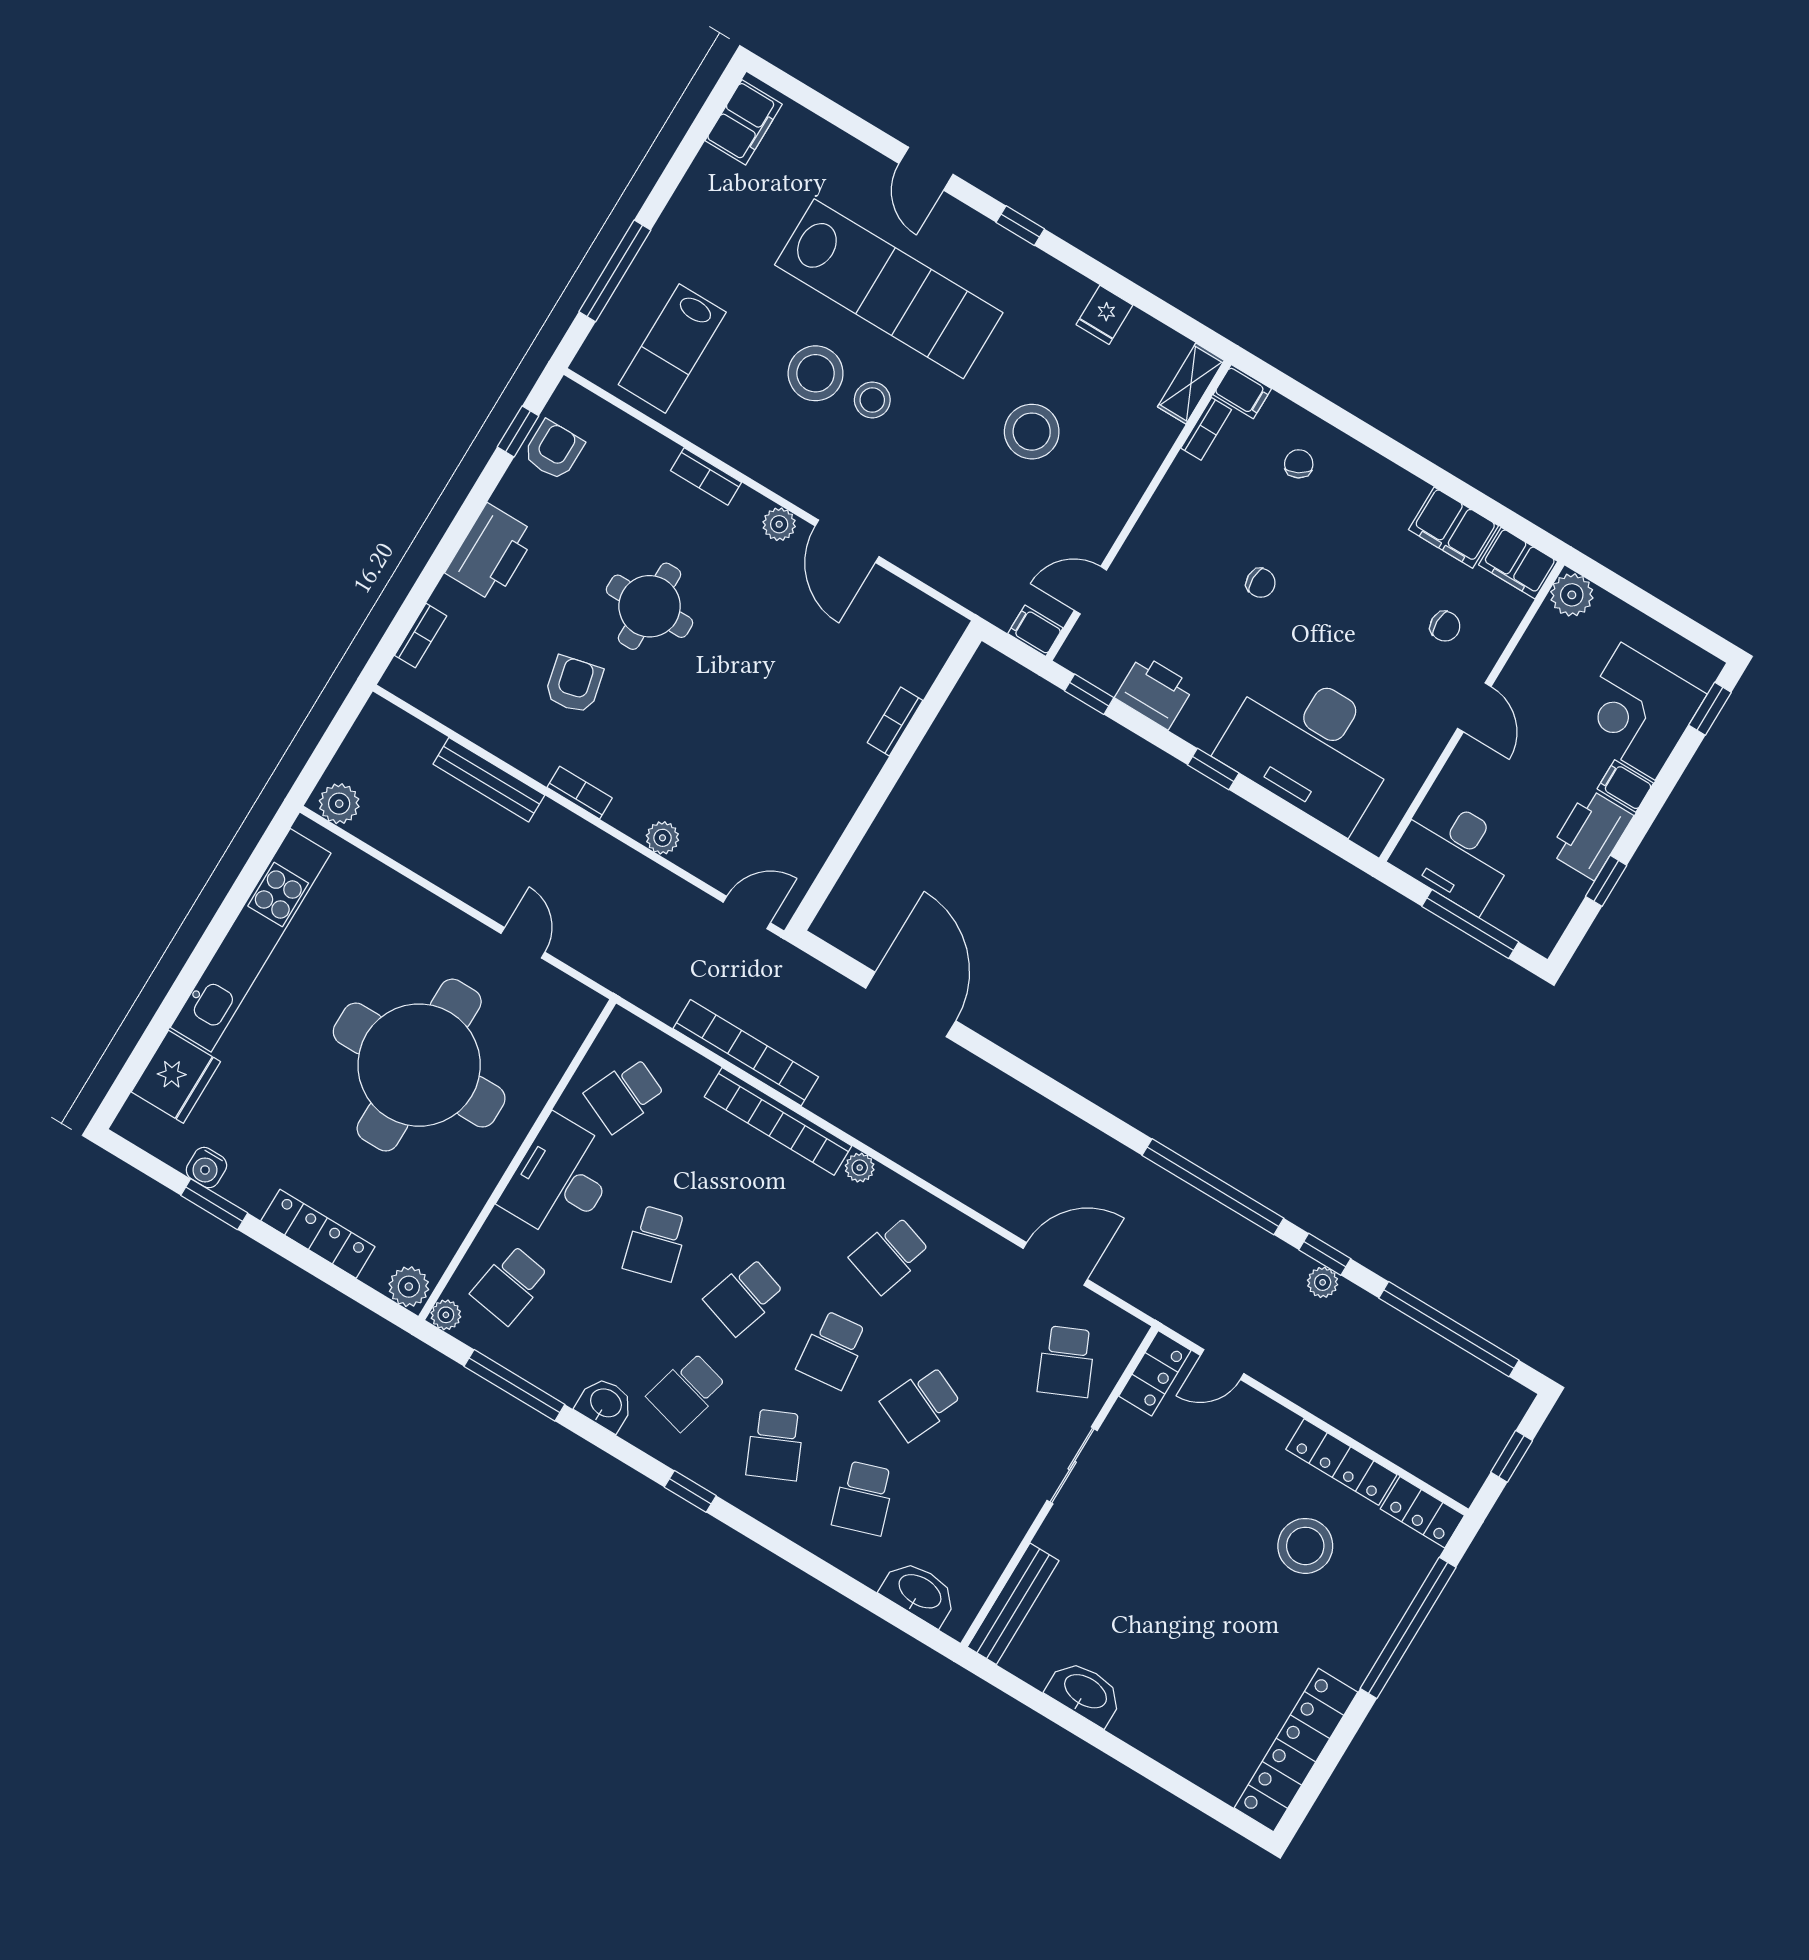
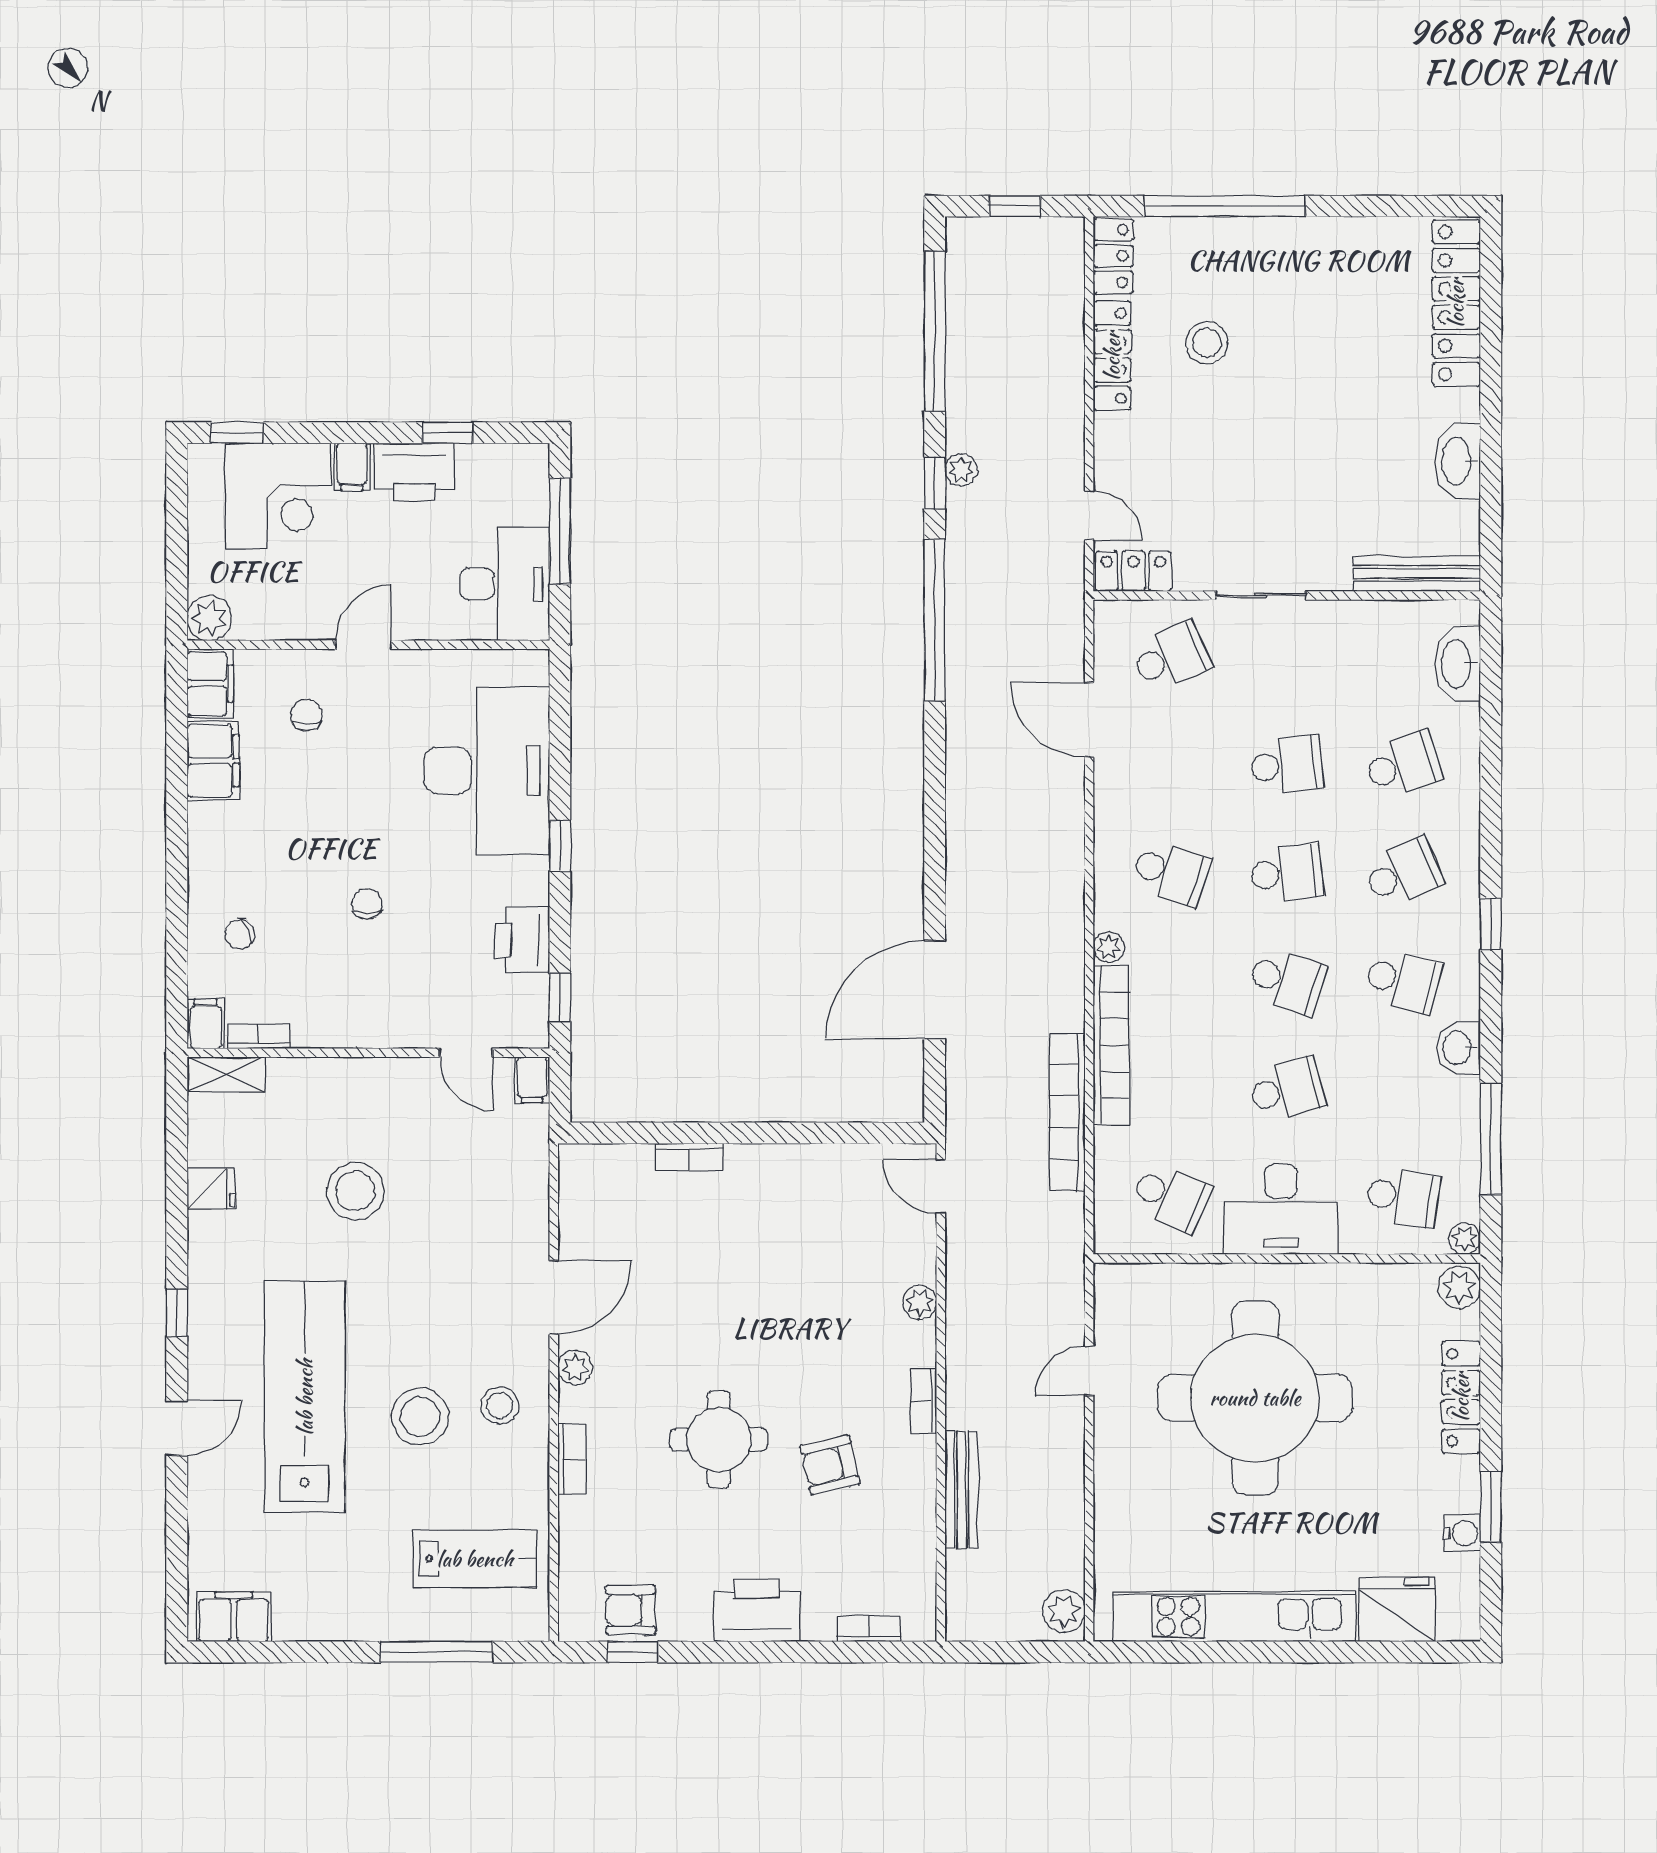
stool: (872, 400) -> (500, 1405), moved
school desk: (921, 1403) -> (1287, 765), turned -30
stool: (1305, 1546) -> (1207, 343), width x0.73, depth x0.73
locker: (1296, 1750) -> (1456, 303), moved, turned 90

